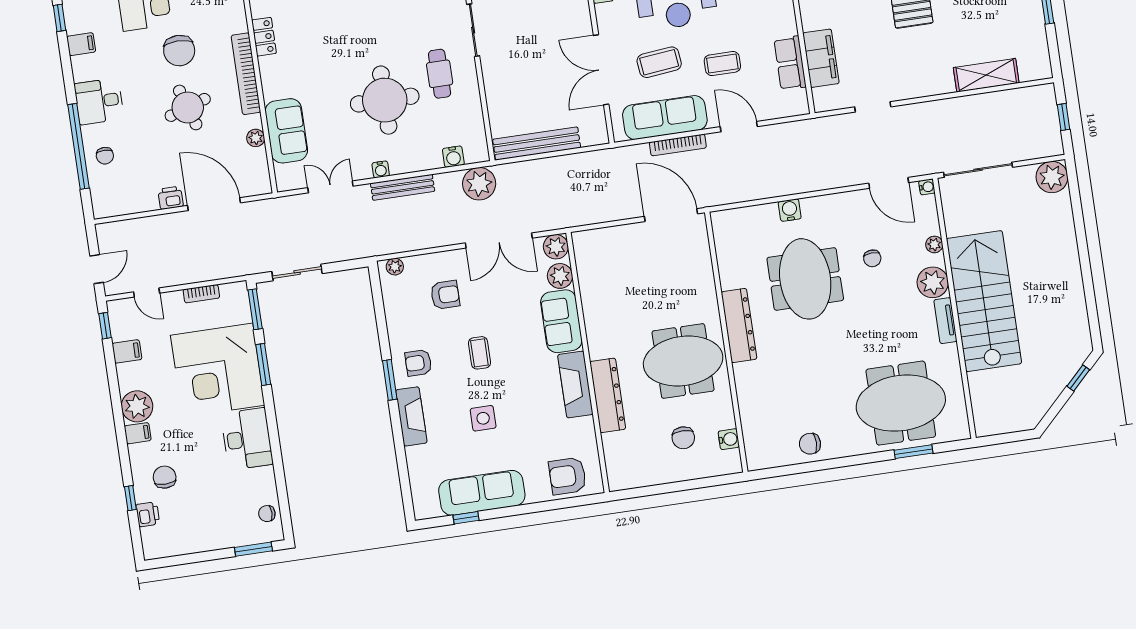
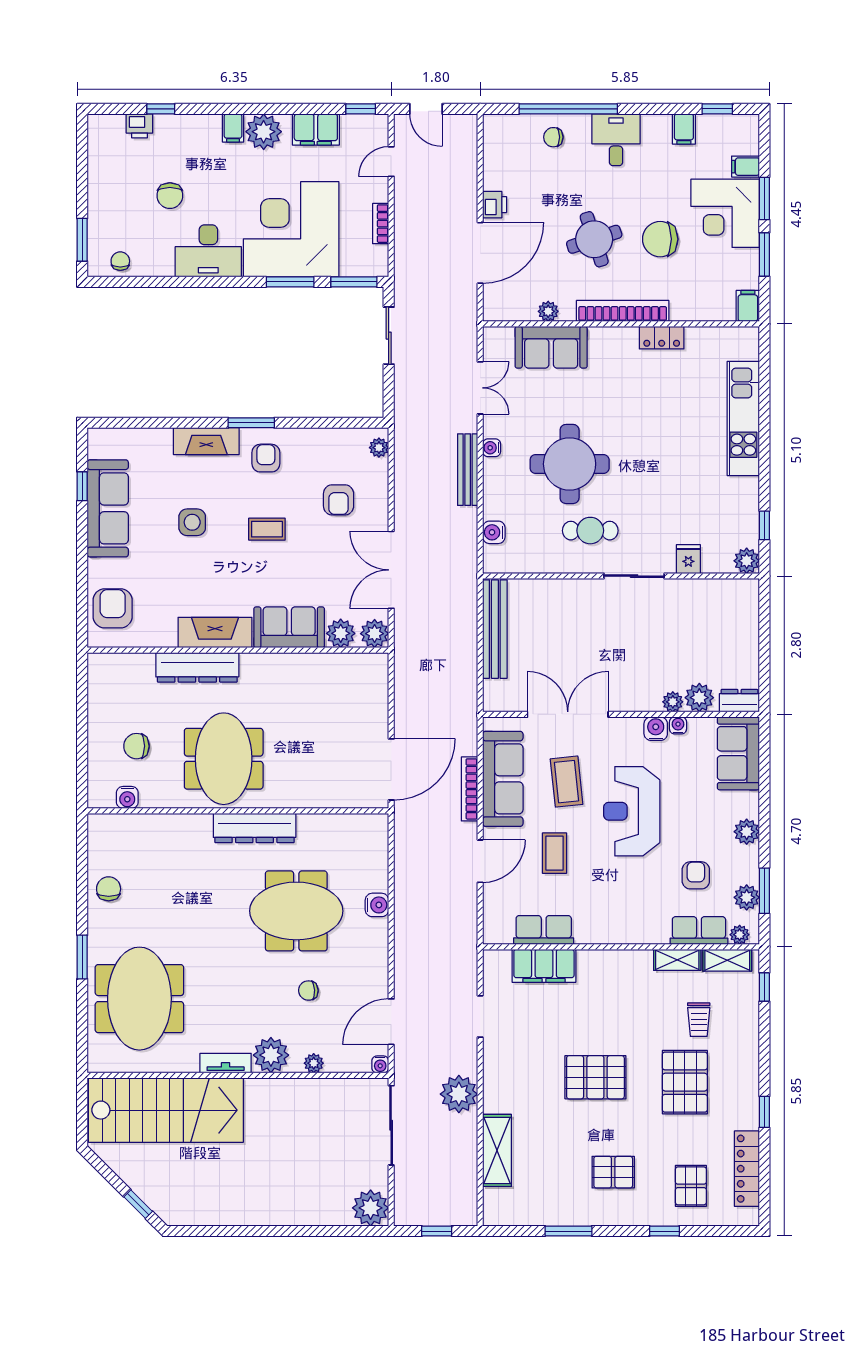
plant: (479, 184) -> (459, 1094), moved
stairs: (984, 301) -> (166, 1110), moved
filing cabinet: (127, 351) -> (316, 129), width x2.00
window: (914, 452) -> (82, 957), moved
chair: (165, 477) -> (170, 196), moved, turned 90

